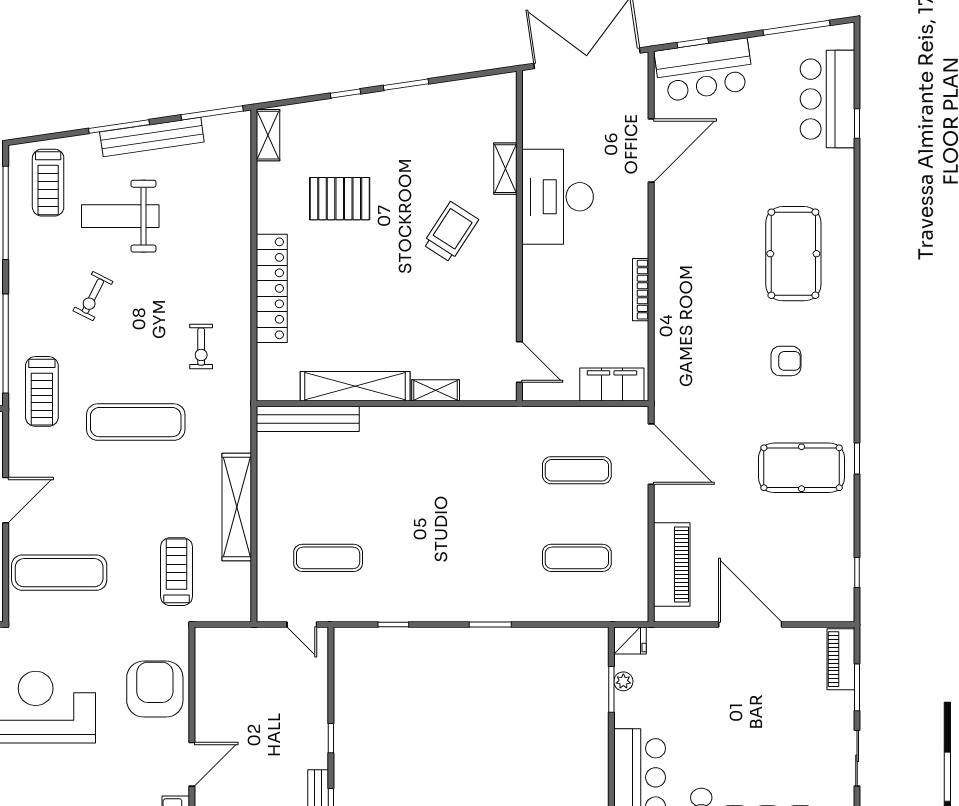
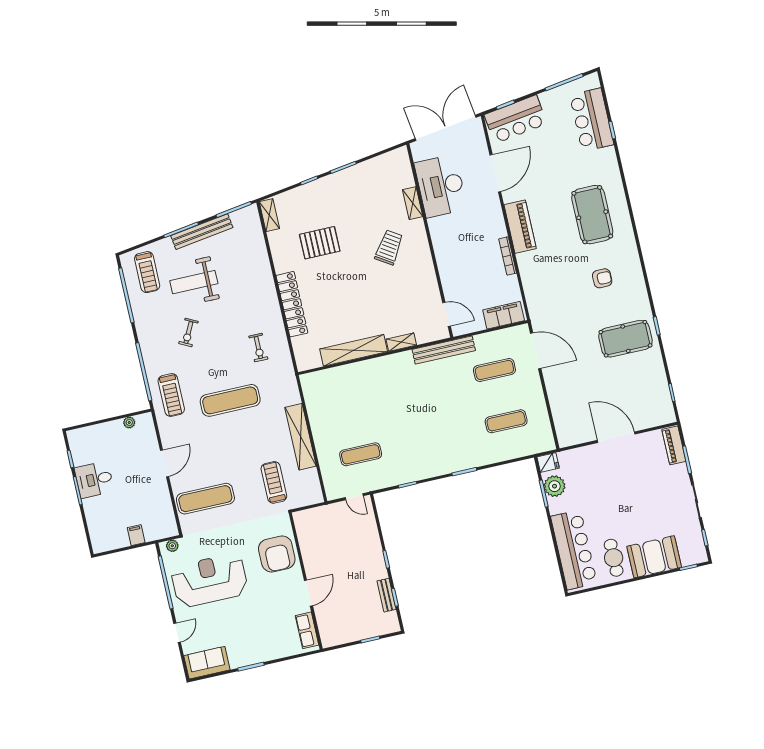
desk: (558, 197) -> (441, 186), moved
bench: (308, 419) -> (444, 350), moved
piano: (672, 565) -> (520, 227), moved
plant: (623, 681) -> (555, 486), width x1.87, depth x1.87
armchair: (155, 689) -> (277, 554), turned 180

